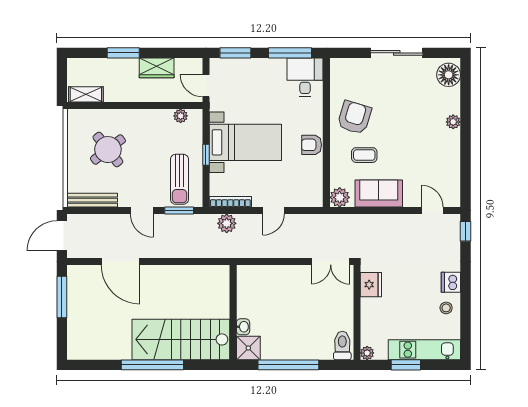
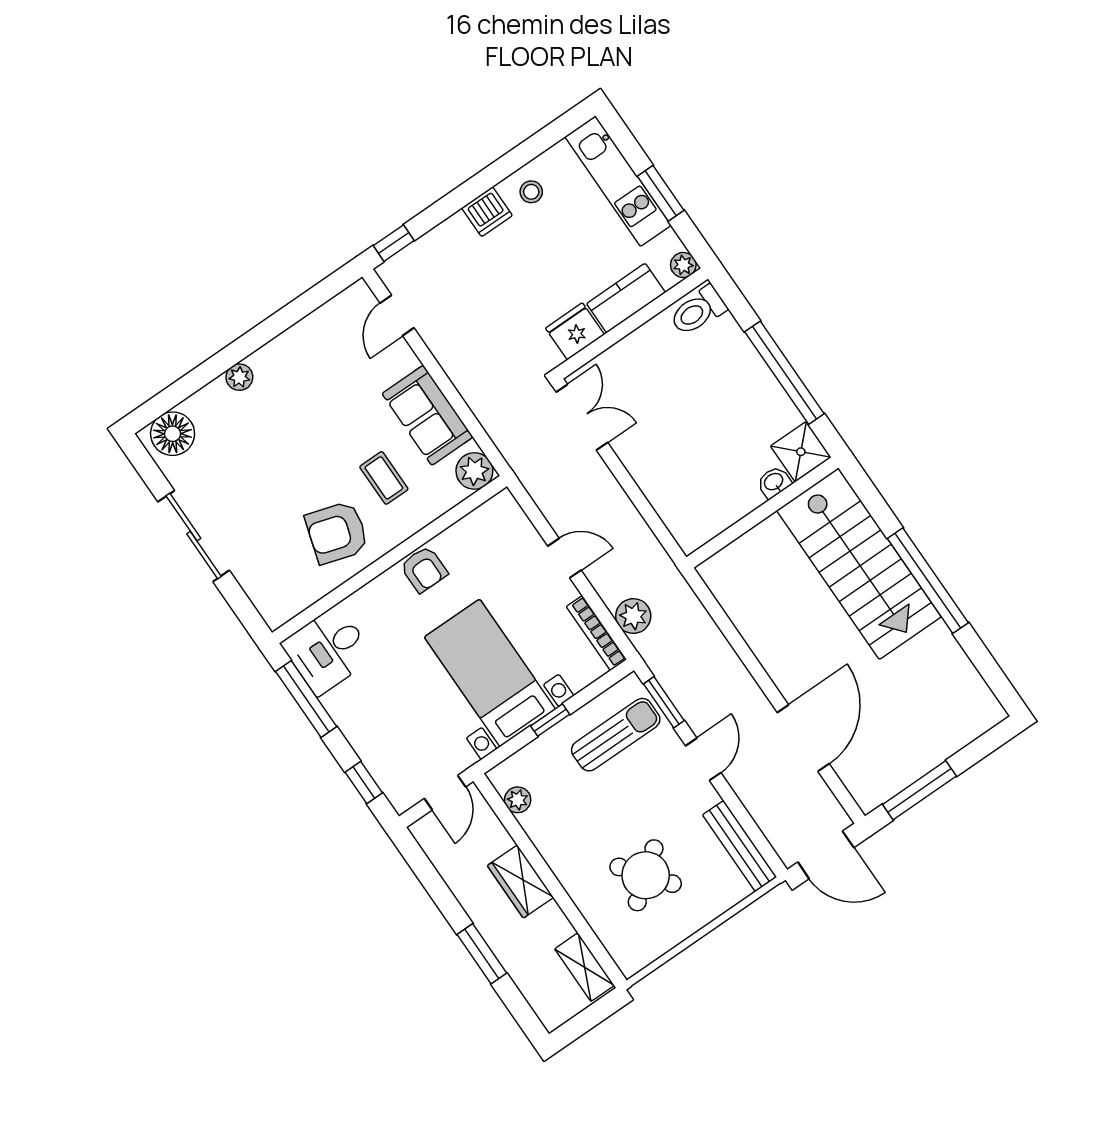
window: (235, 53) -> (364, 782), width x0.67
wardrobe: (157, 68) -> (520, 882), moved, turned 180
kitchen counter: (370, 317) -> (626, 298), added

